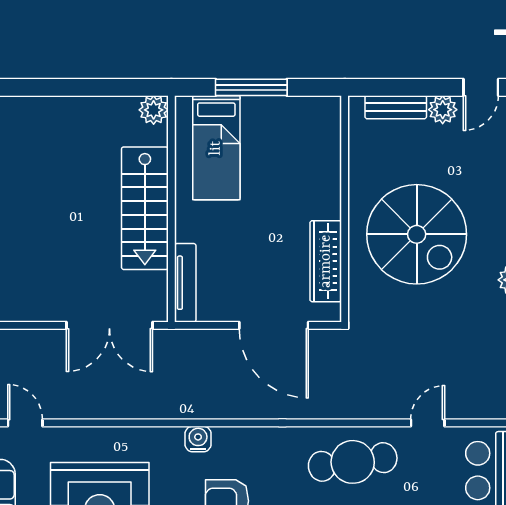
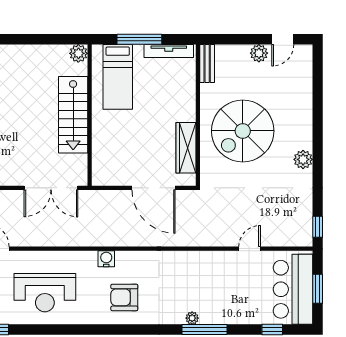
bench: (396, 107) -> (207, 63), moved, turned 90
spiral stairs: (417, 234) -> (243, 131), turned 90
tv unit: (185, 283) -> (169, 51), moved, turned 90
cafe table: (353, 462) -> (203, 273), removed

